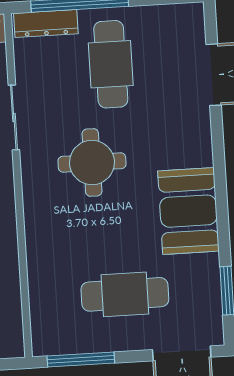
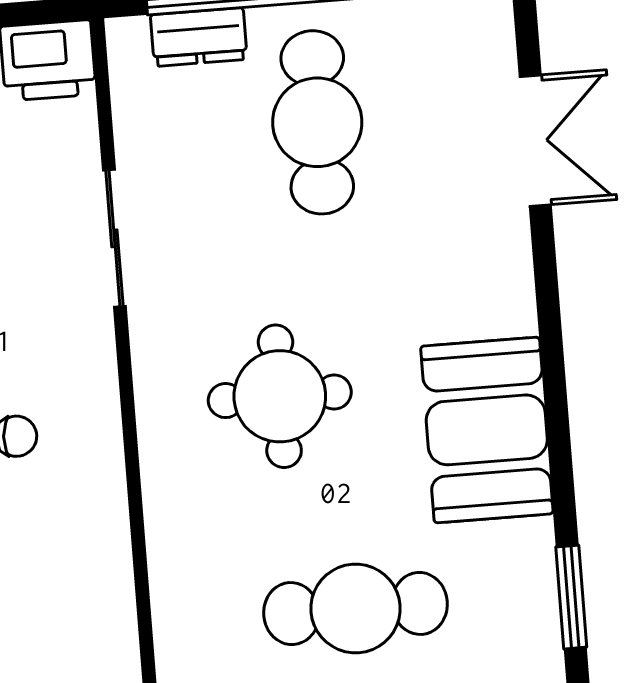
dresser: (46, 23) -> (199, 37), width x0.70
round table: (92, 162) -> (280, 396), moved

